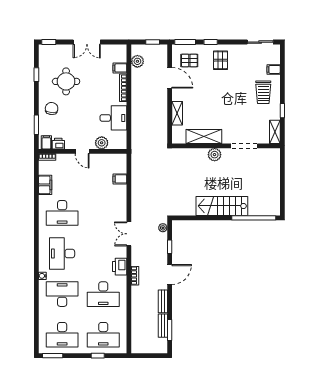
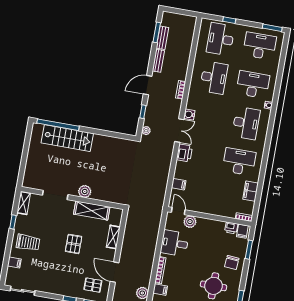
pallet: (221, 60) -> (74, 244), moved
trolley: (263, 92) -> (28, 243), turned 90
door: (82, 151) -> (178, 211), moved
stairs: (222, 206) -> (67, 138), moved
water cooler: (122, 252) -> (189, 114), added
printer: (120, 267) -> (184, 153), moved
desk: (62, 294) -> (253, 84), turned 180
desk: (103, 294) -> (214, 78), turned 90
desk: (103, 335) -> (221, 39), turned -90

